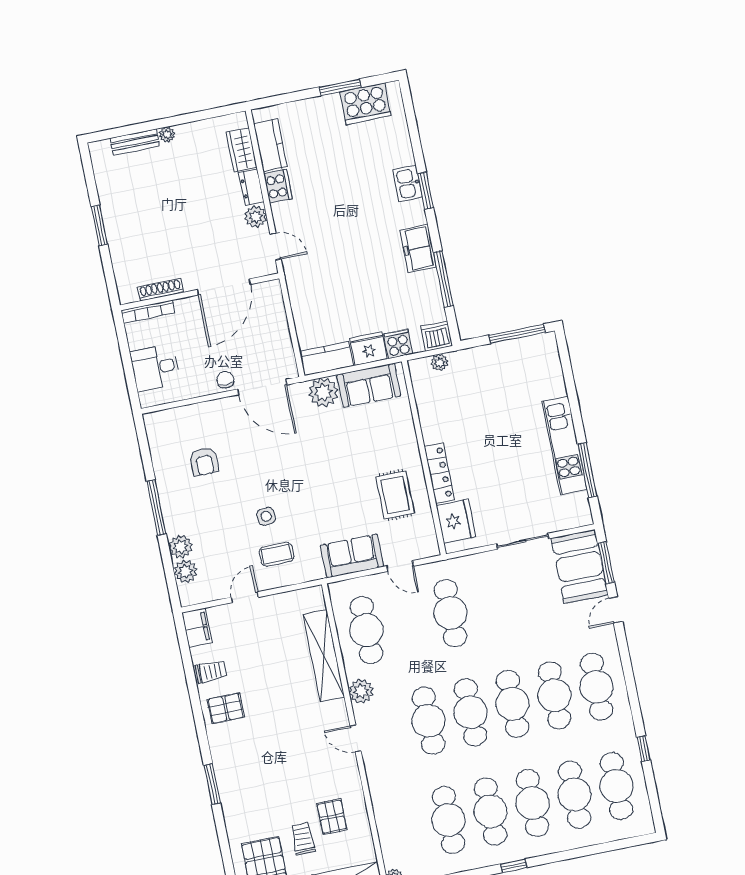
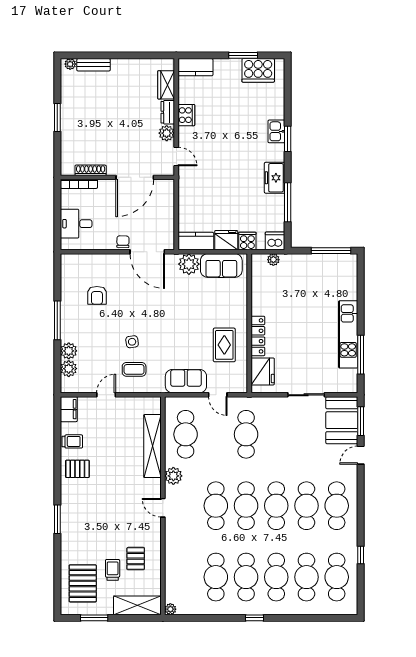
plant: (167, 135) -> (70, 64), moved
kitchen counter: (270, 145) -> (195, 67), moved, turned 90

